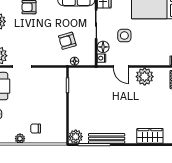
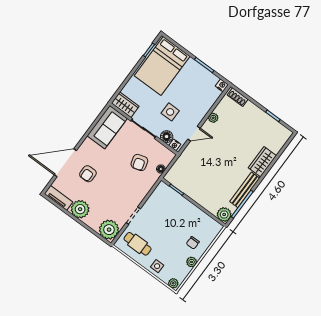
plant: (145, 77) -> (213, 118), width x0.53, depth x0.53
wardrobe: (150, 136) -> (262, 162), moved

